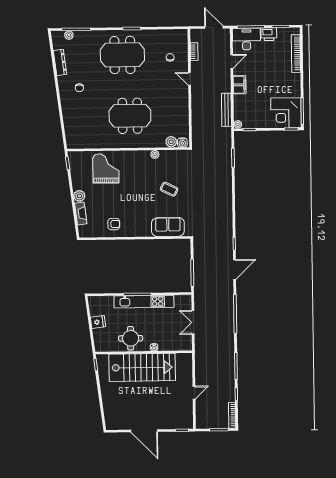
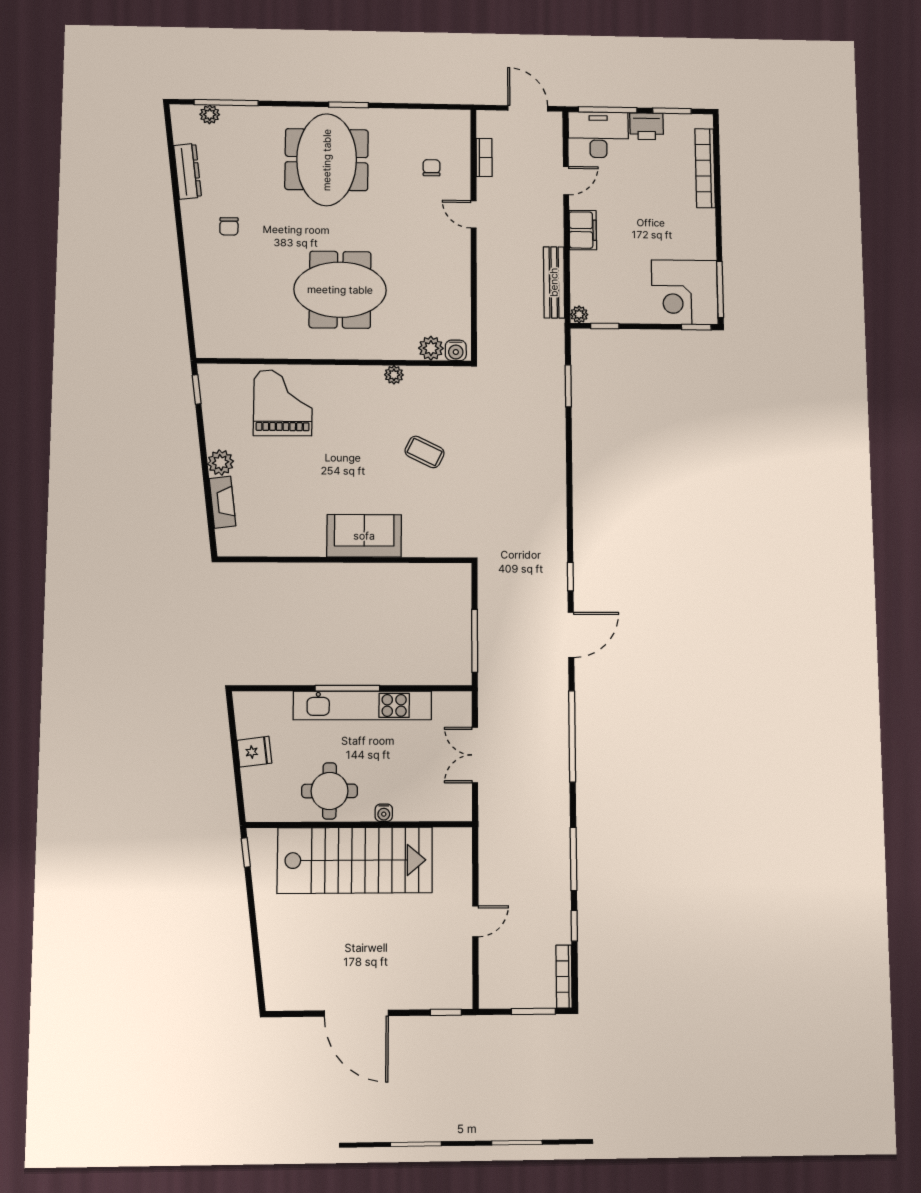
meeting table: (122, 55) -> (327, 160), turned 90
armchair: (114, 224) -> (297, 527), removed
sofa: (168, 227) -> (364, 536), moved

